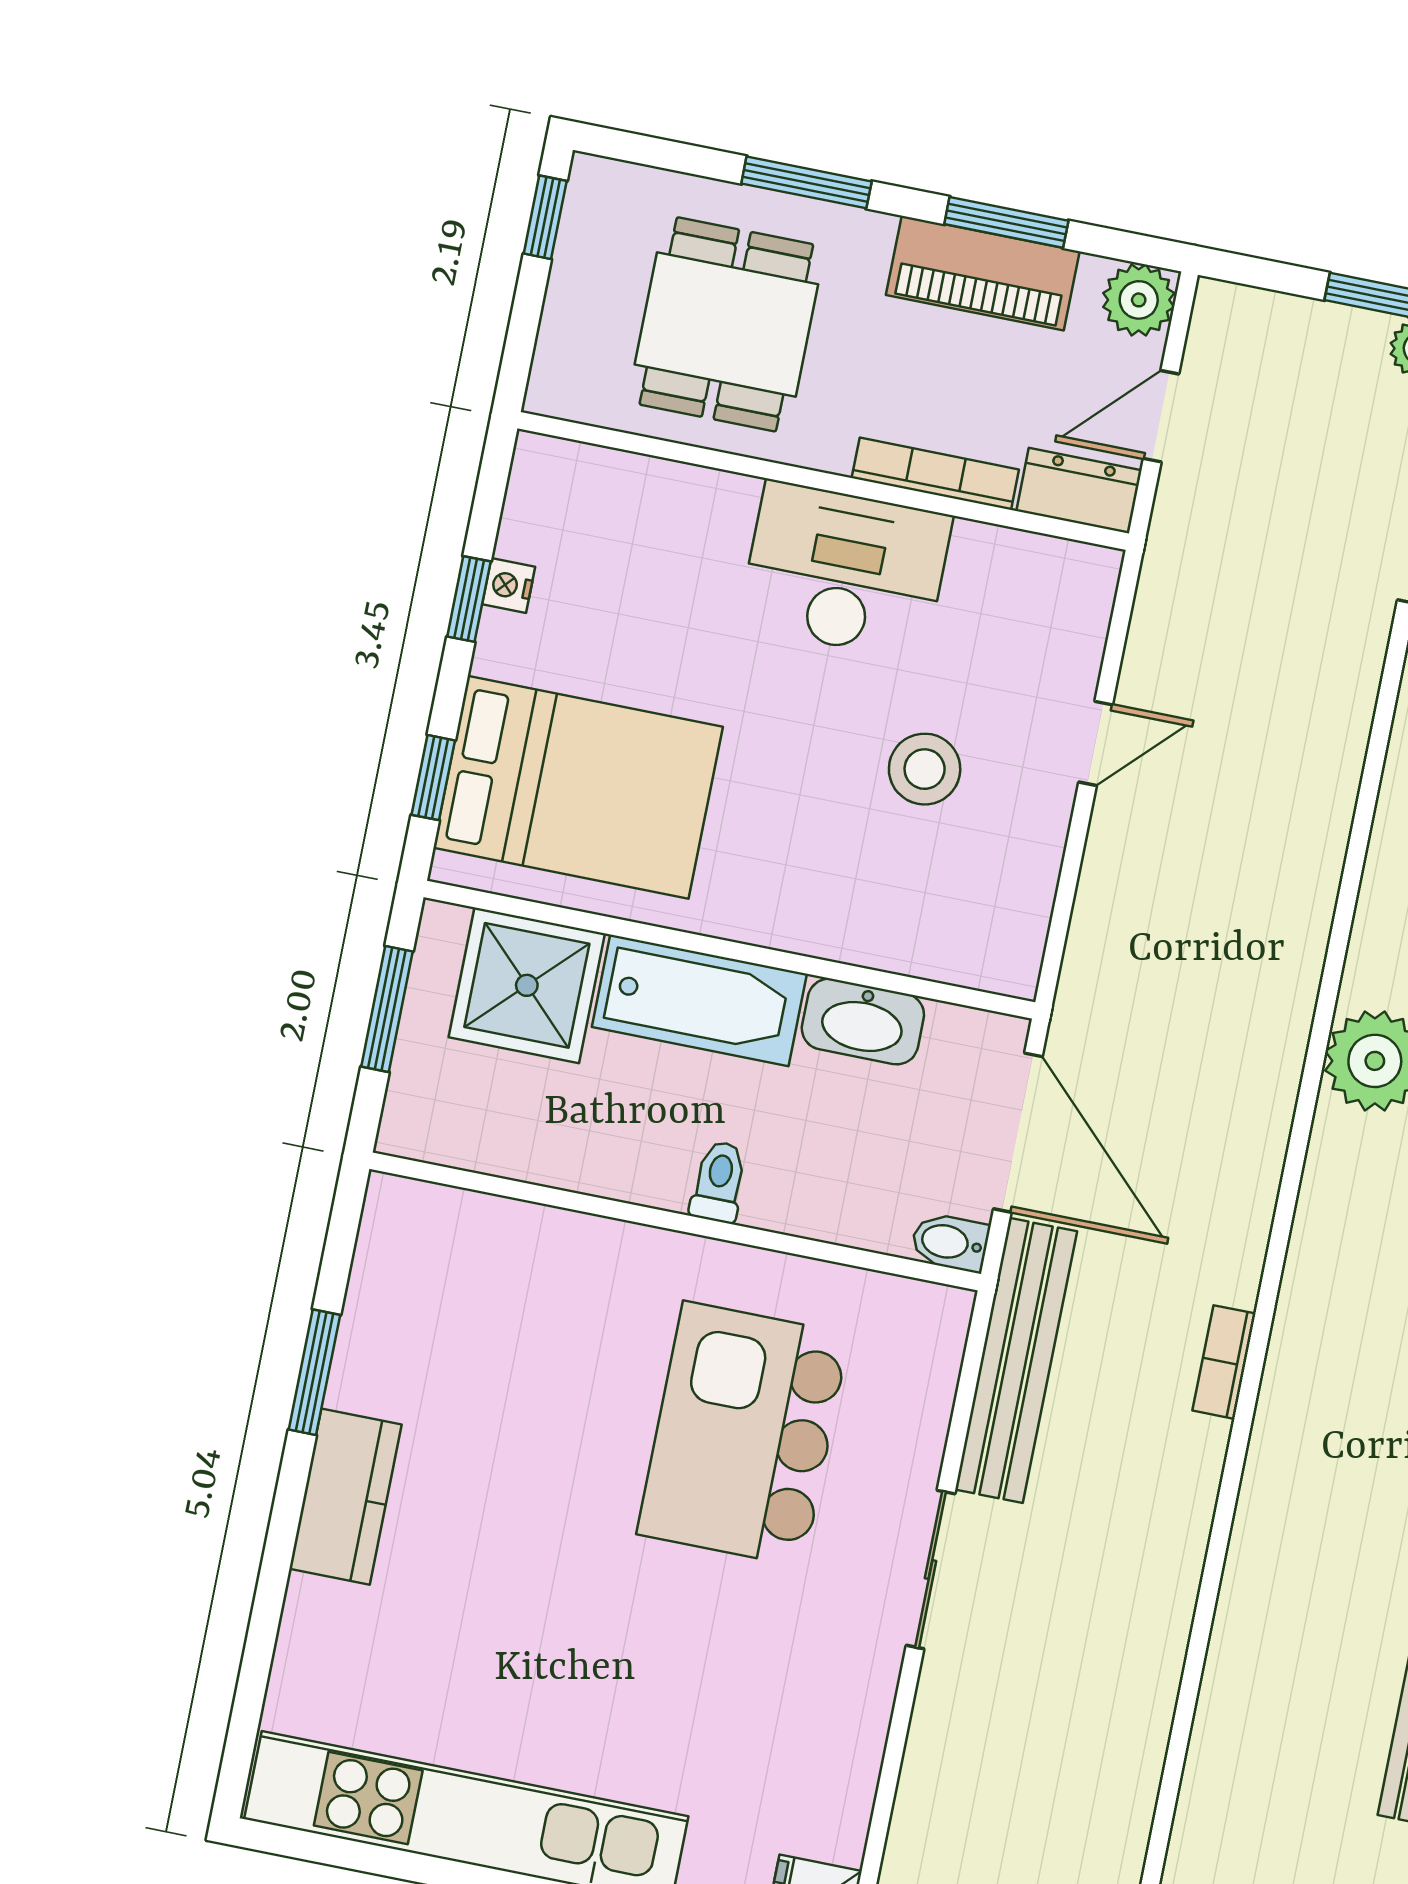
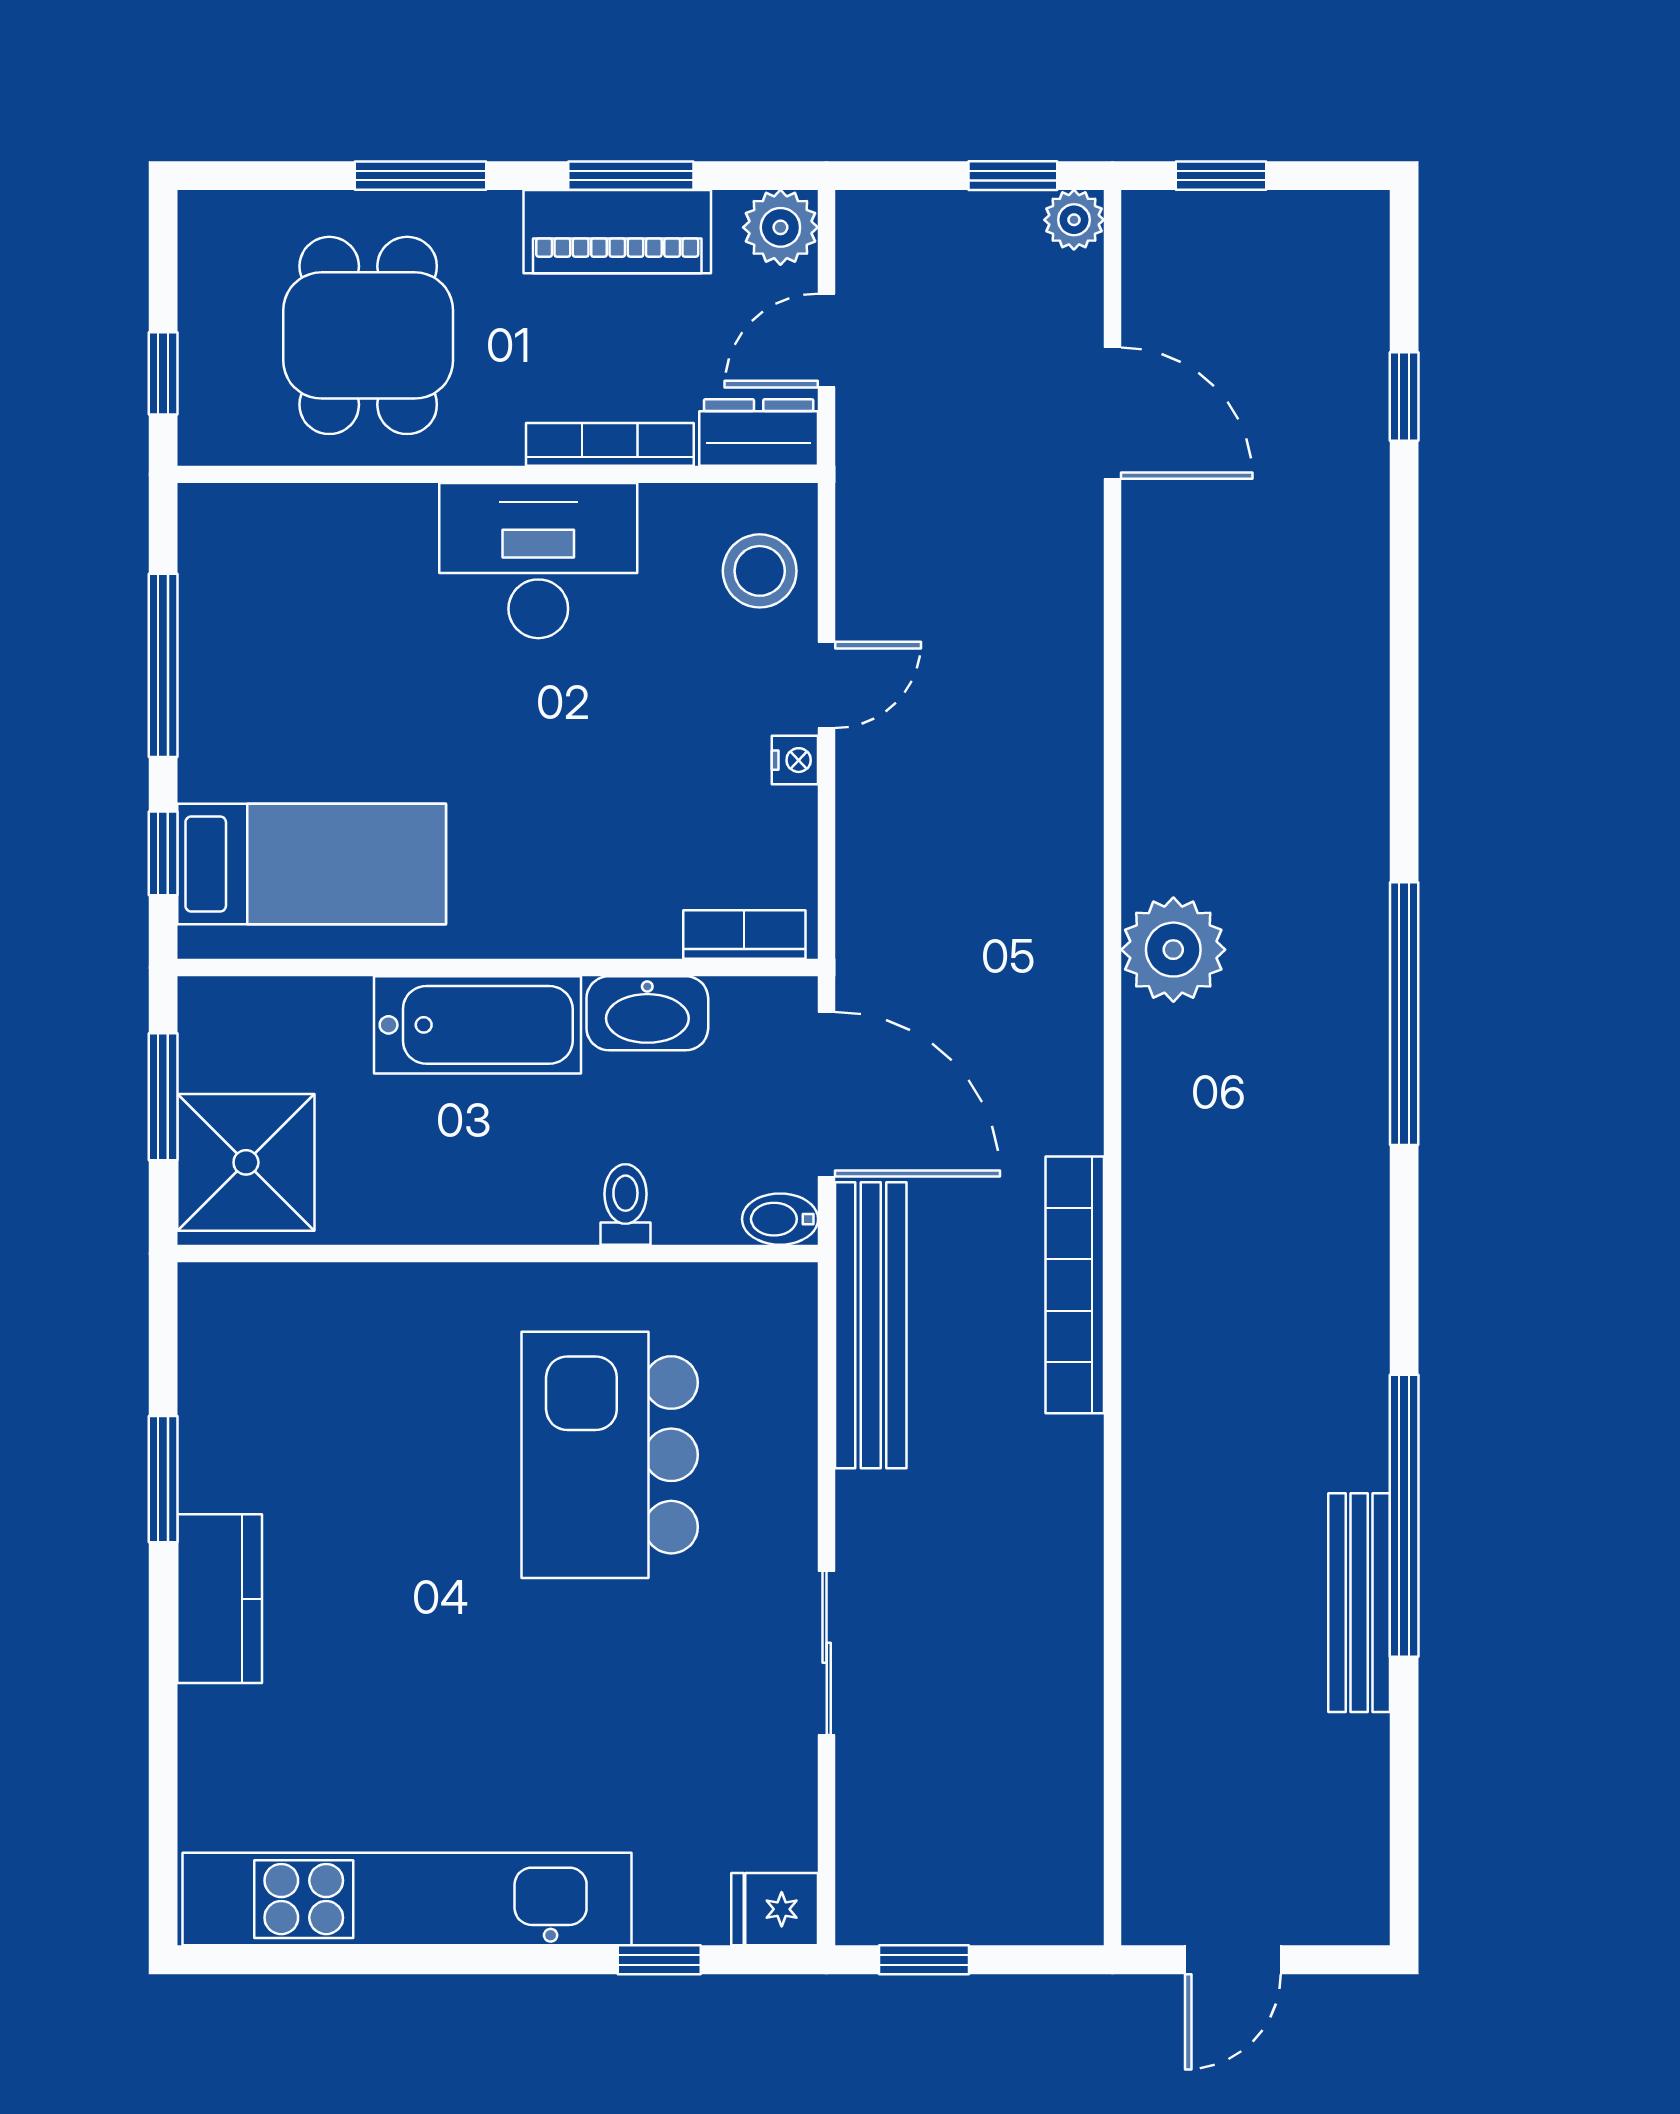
window: (545, 217) -> (163, 373), moved
nightstand: (509, 585) -> (795, 760), moved, turned 180
window: (469, 599) -> (163, 665), width x2.17
stool: (925, 769) -> (760, 571), moved
bed: (578, 787) -> (312, 864), width x0.67
bookcase: (970, 965) -> (744, 935), added
shower: (527, 985) -> (246, 1162), moved
toilet: (719, 1182) -> (625, 1204), moved
bookcase: (1224, 1362) -> (1075, 1285), width x2.31, depth x1.31
sliding door: (931, 1570) -> (827, 1653), moved

